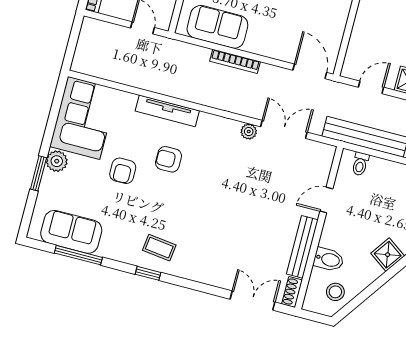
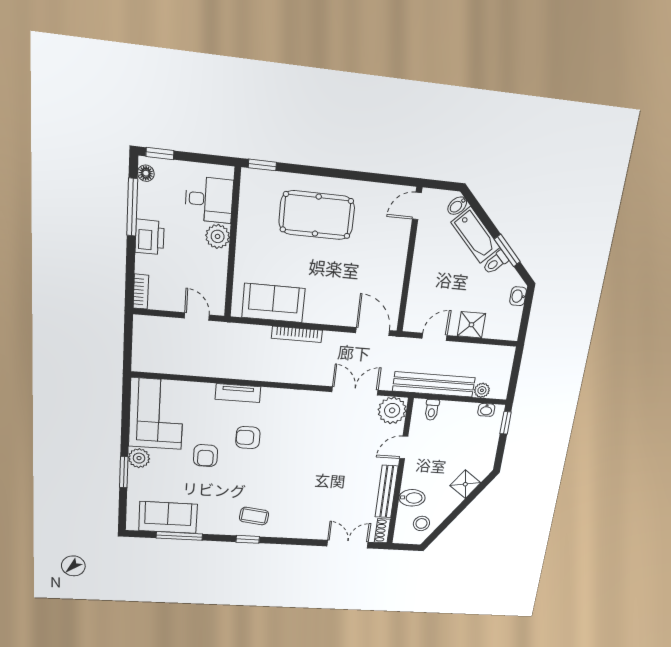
tv unit: (167, 111) -> (238, 393), width x0.71
plant: (249, 132) -> (392, 410), moved, width x1.87, depth x1.87

